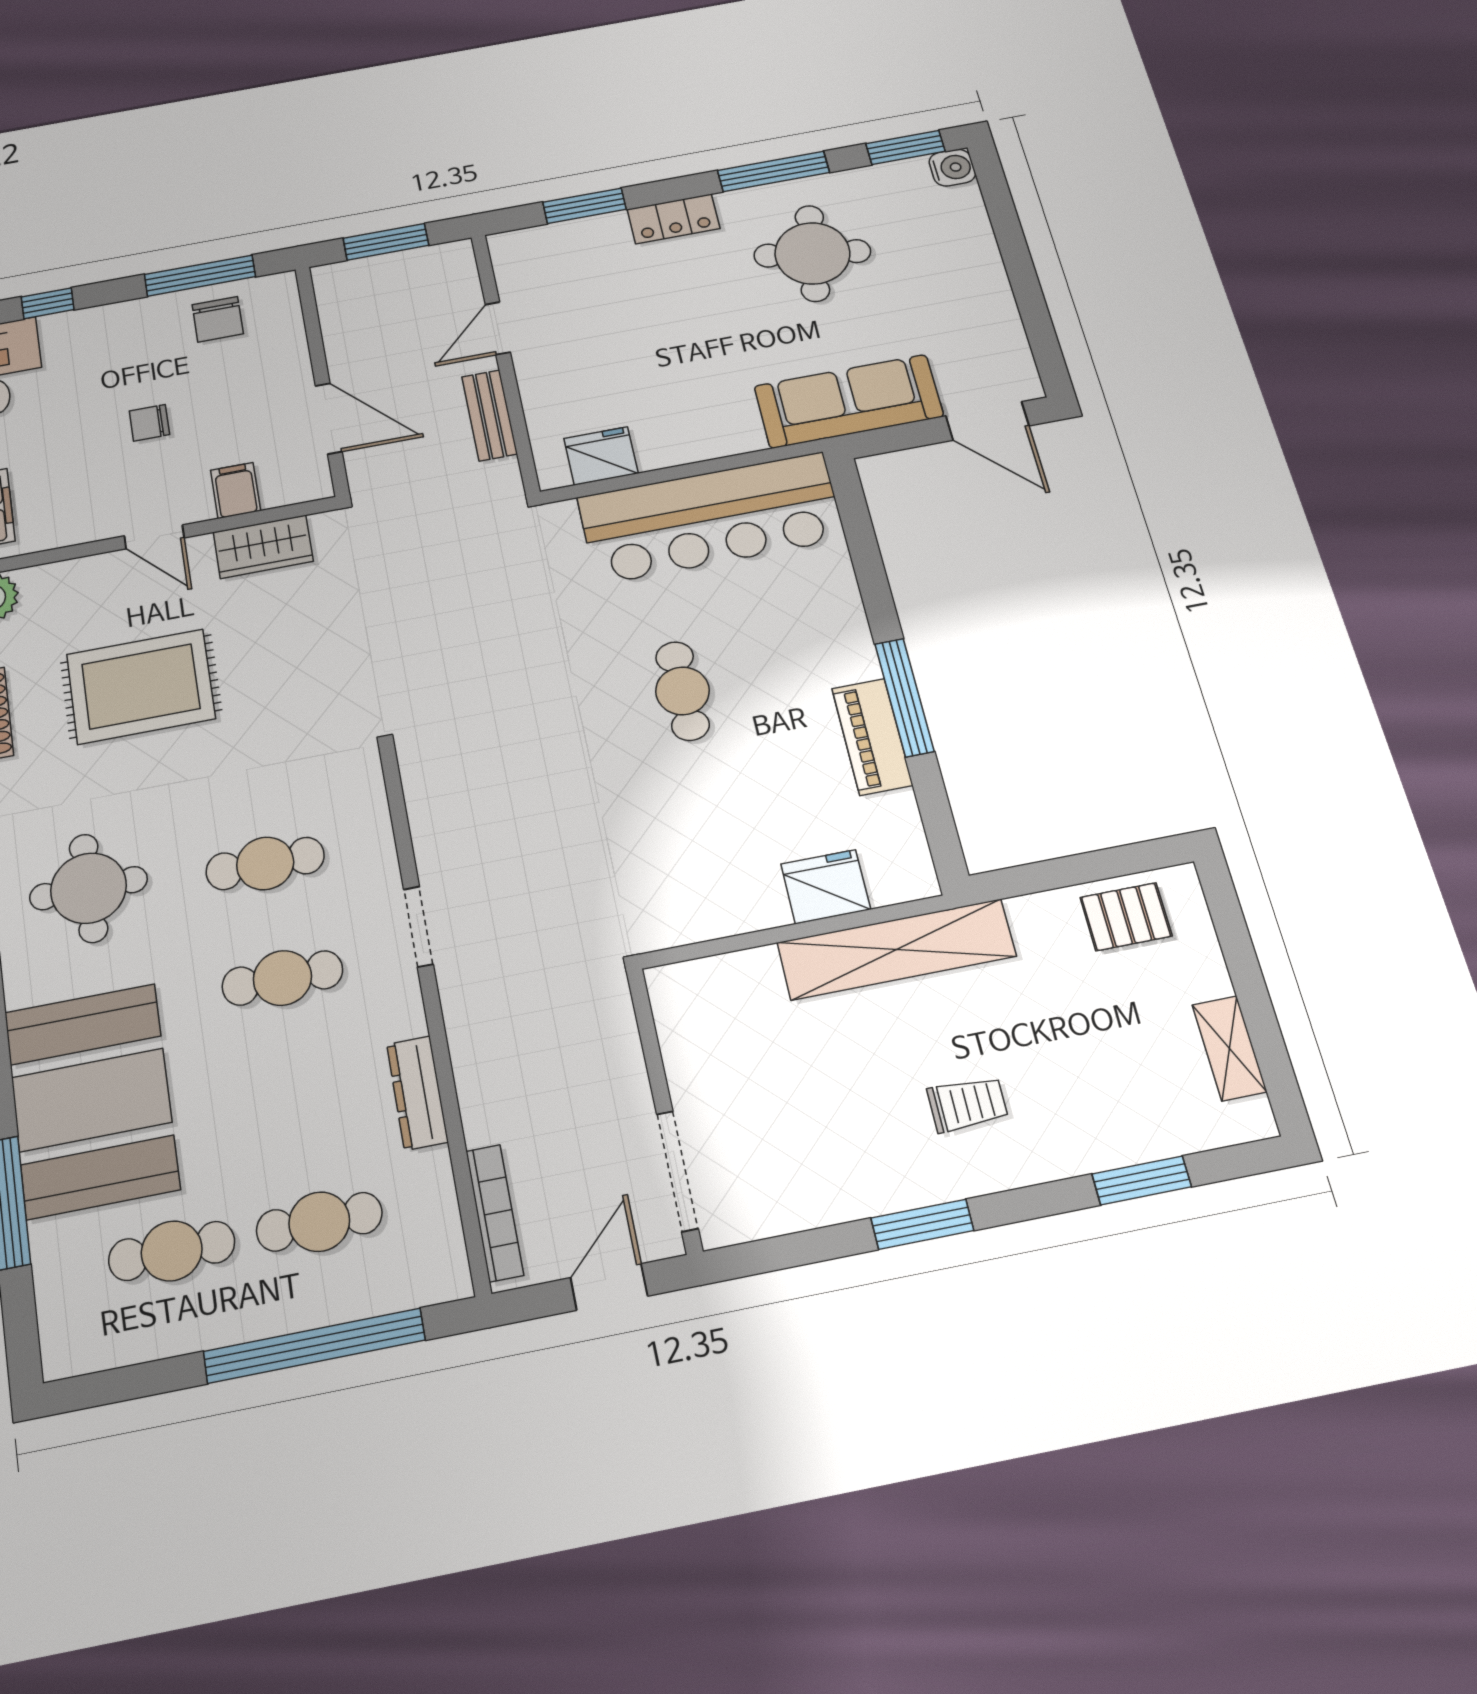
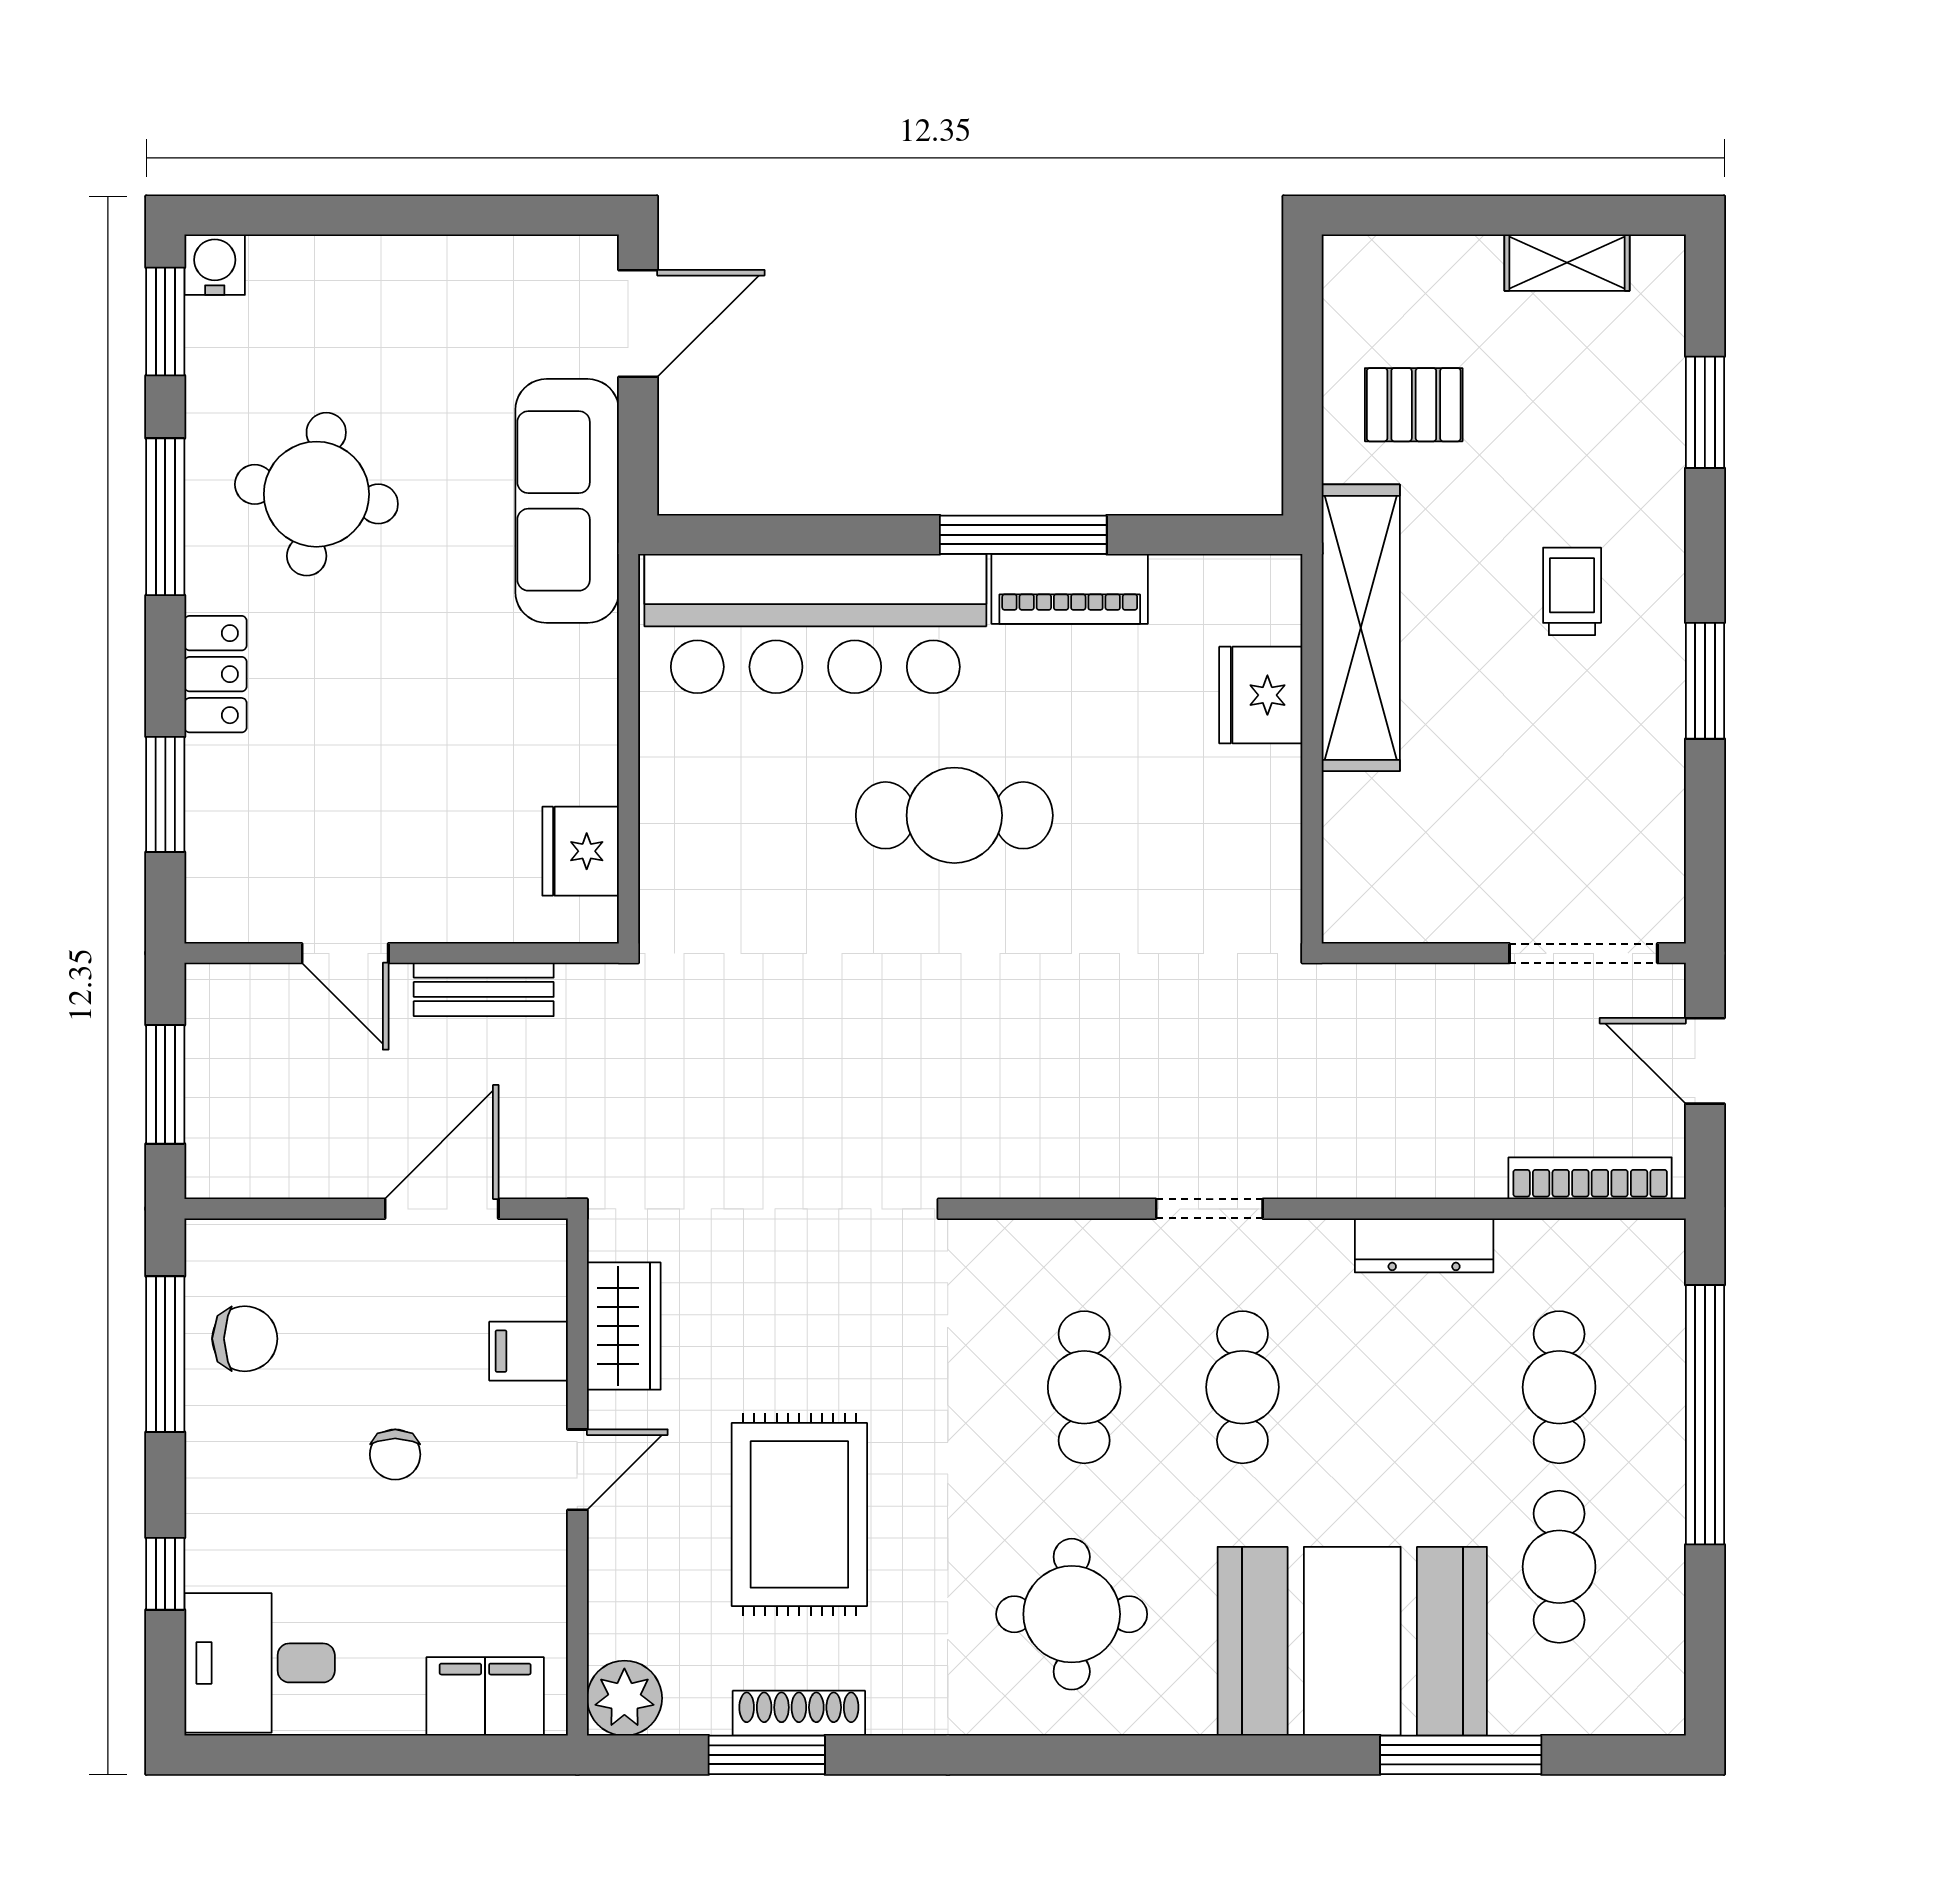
bar counter: (711, 518) -> (815, 624), moved, turned 90
cafe table: (682, 691) -> (954, 815), width x1.37, depth x1.35
pallet: (1126, 917) -> (1414, 405), moved, turned 90

